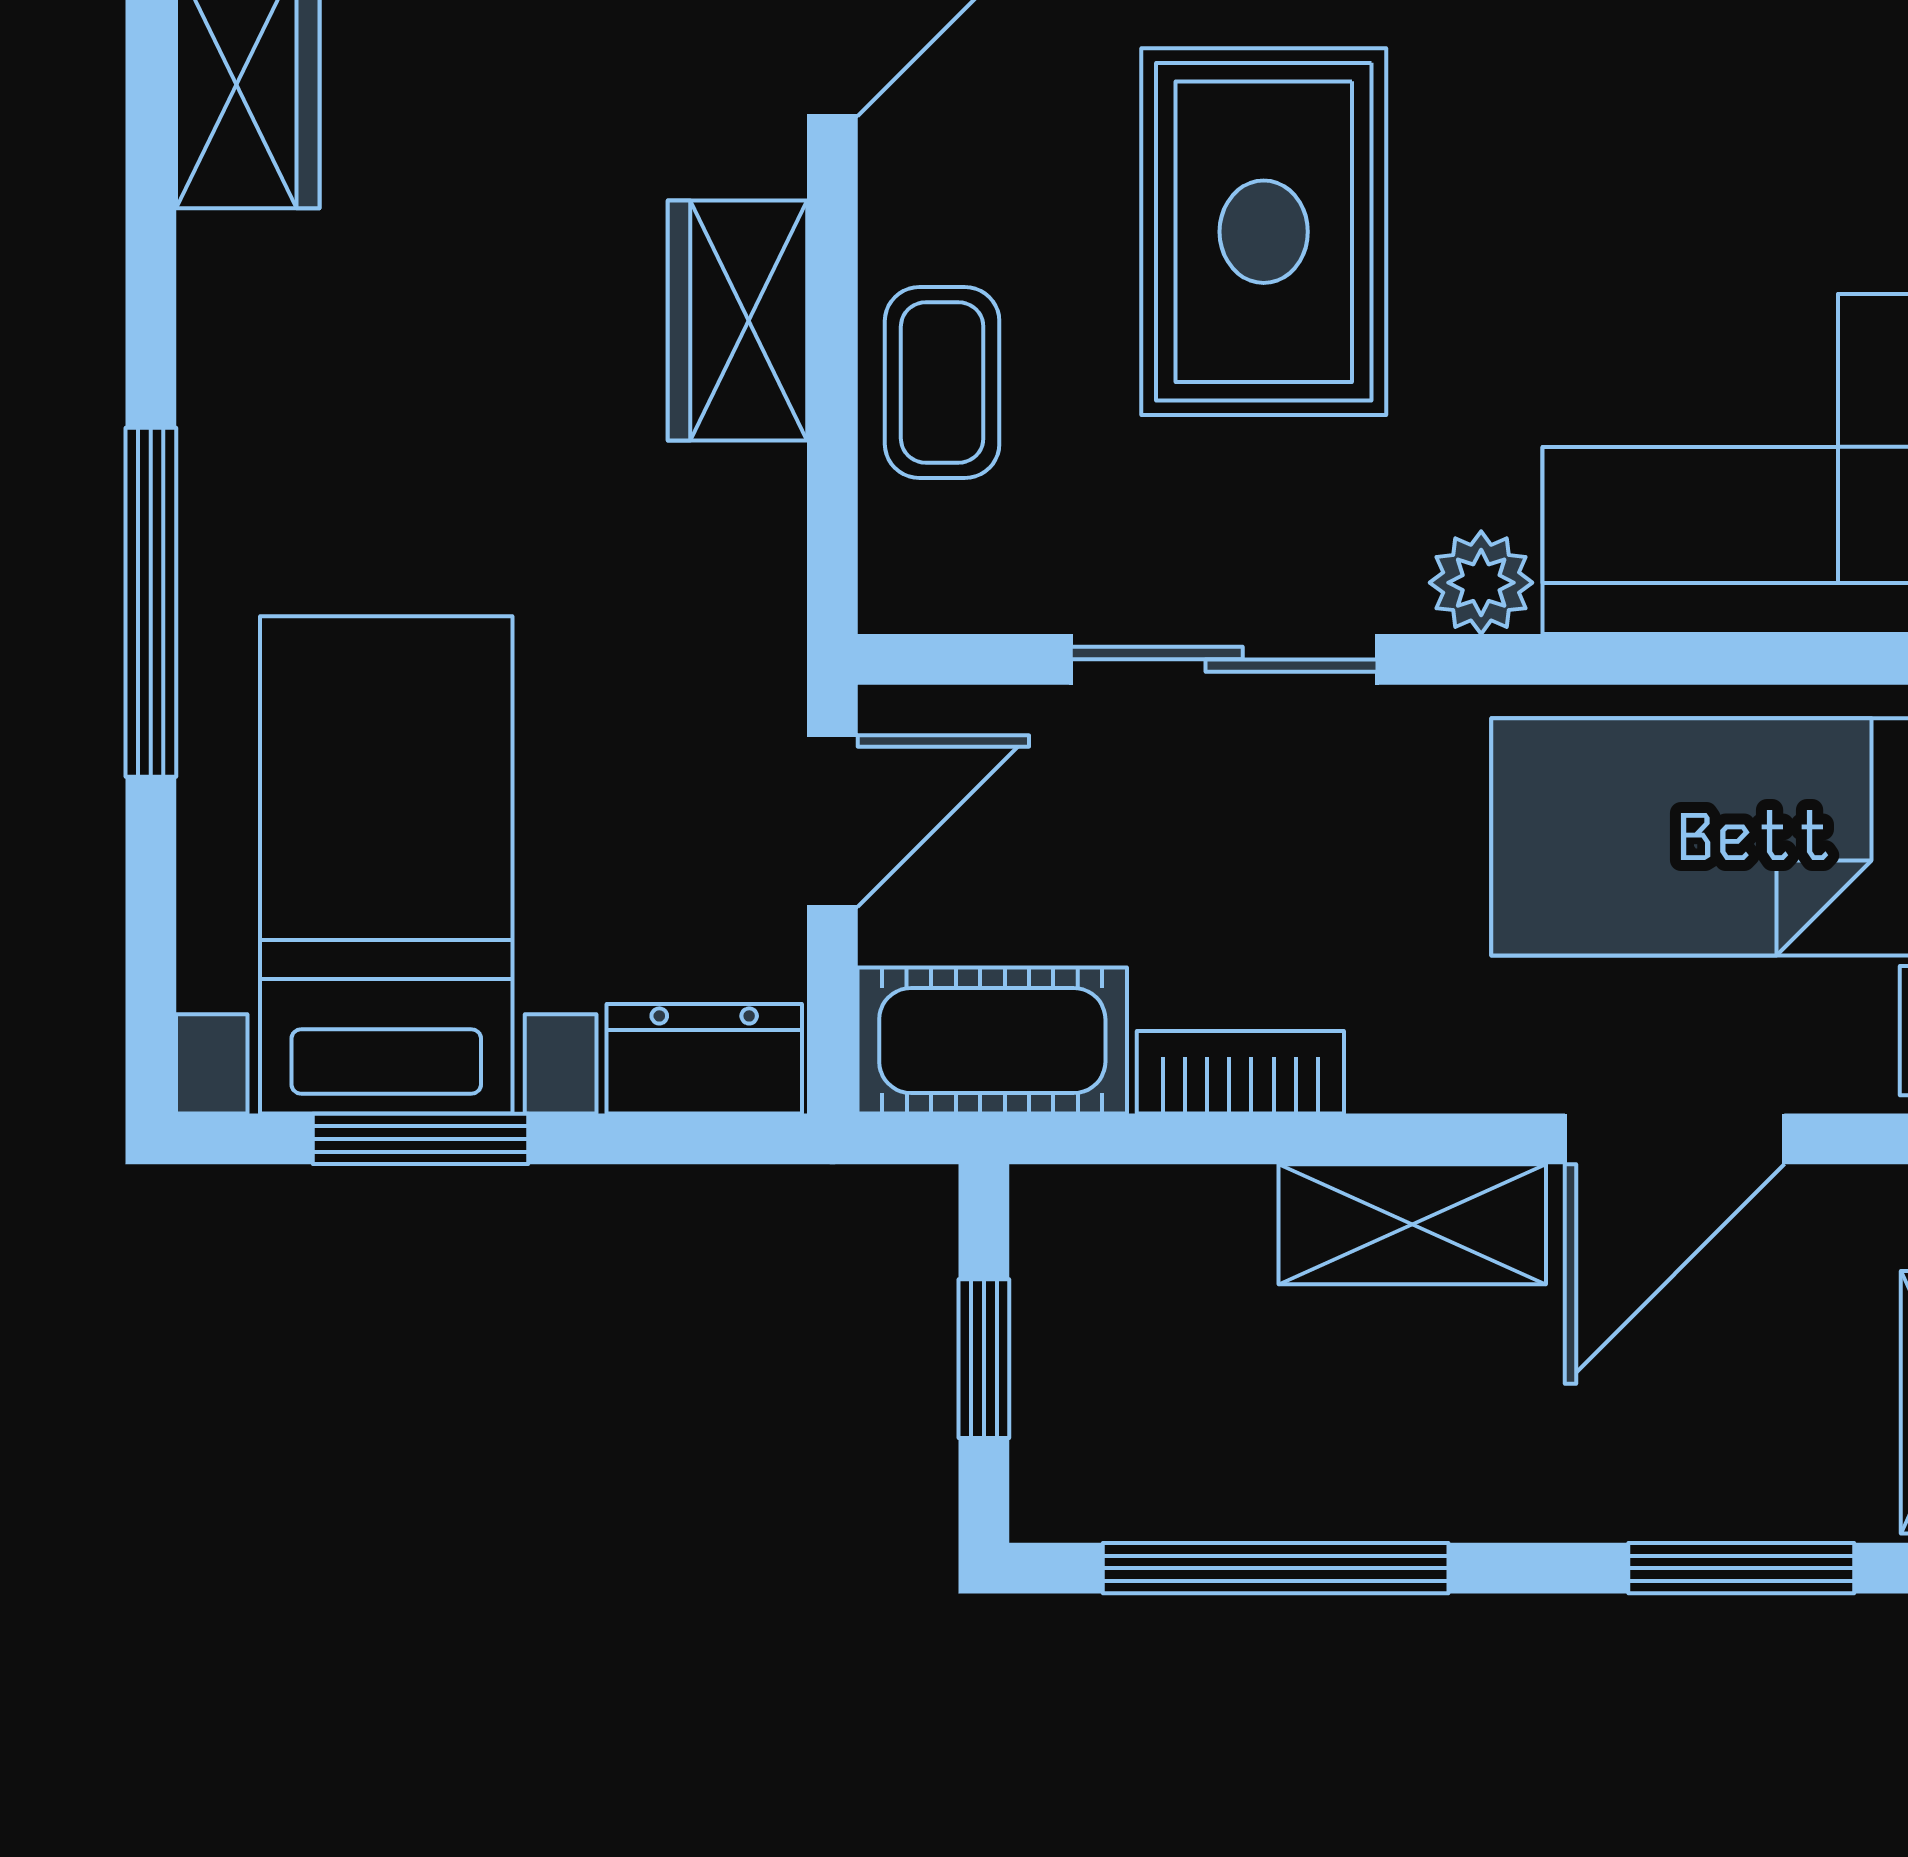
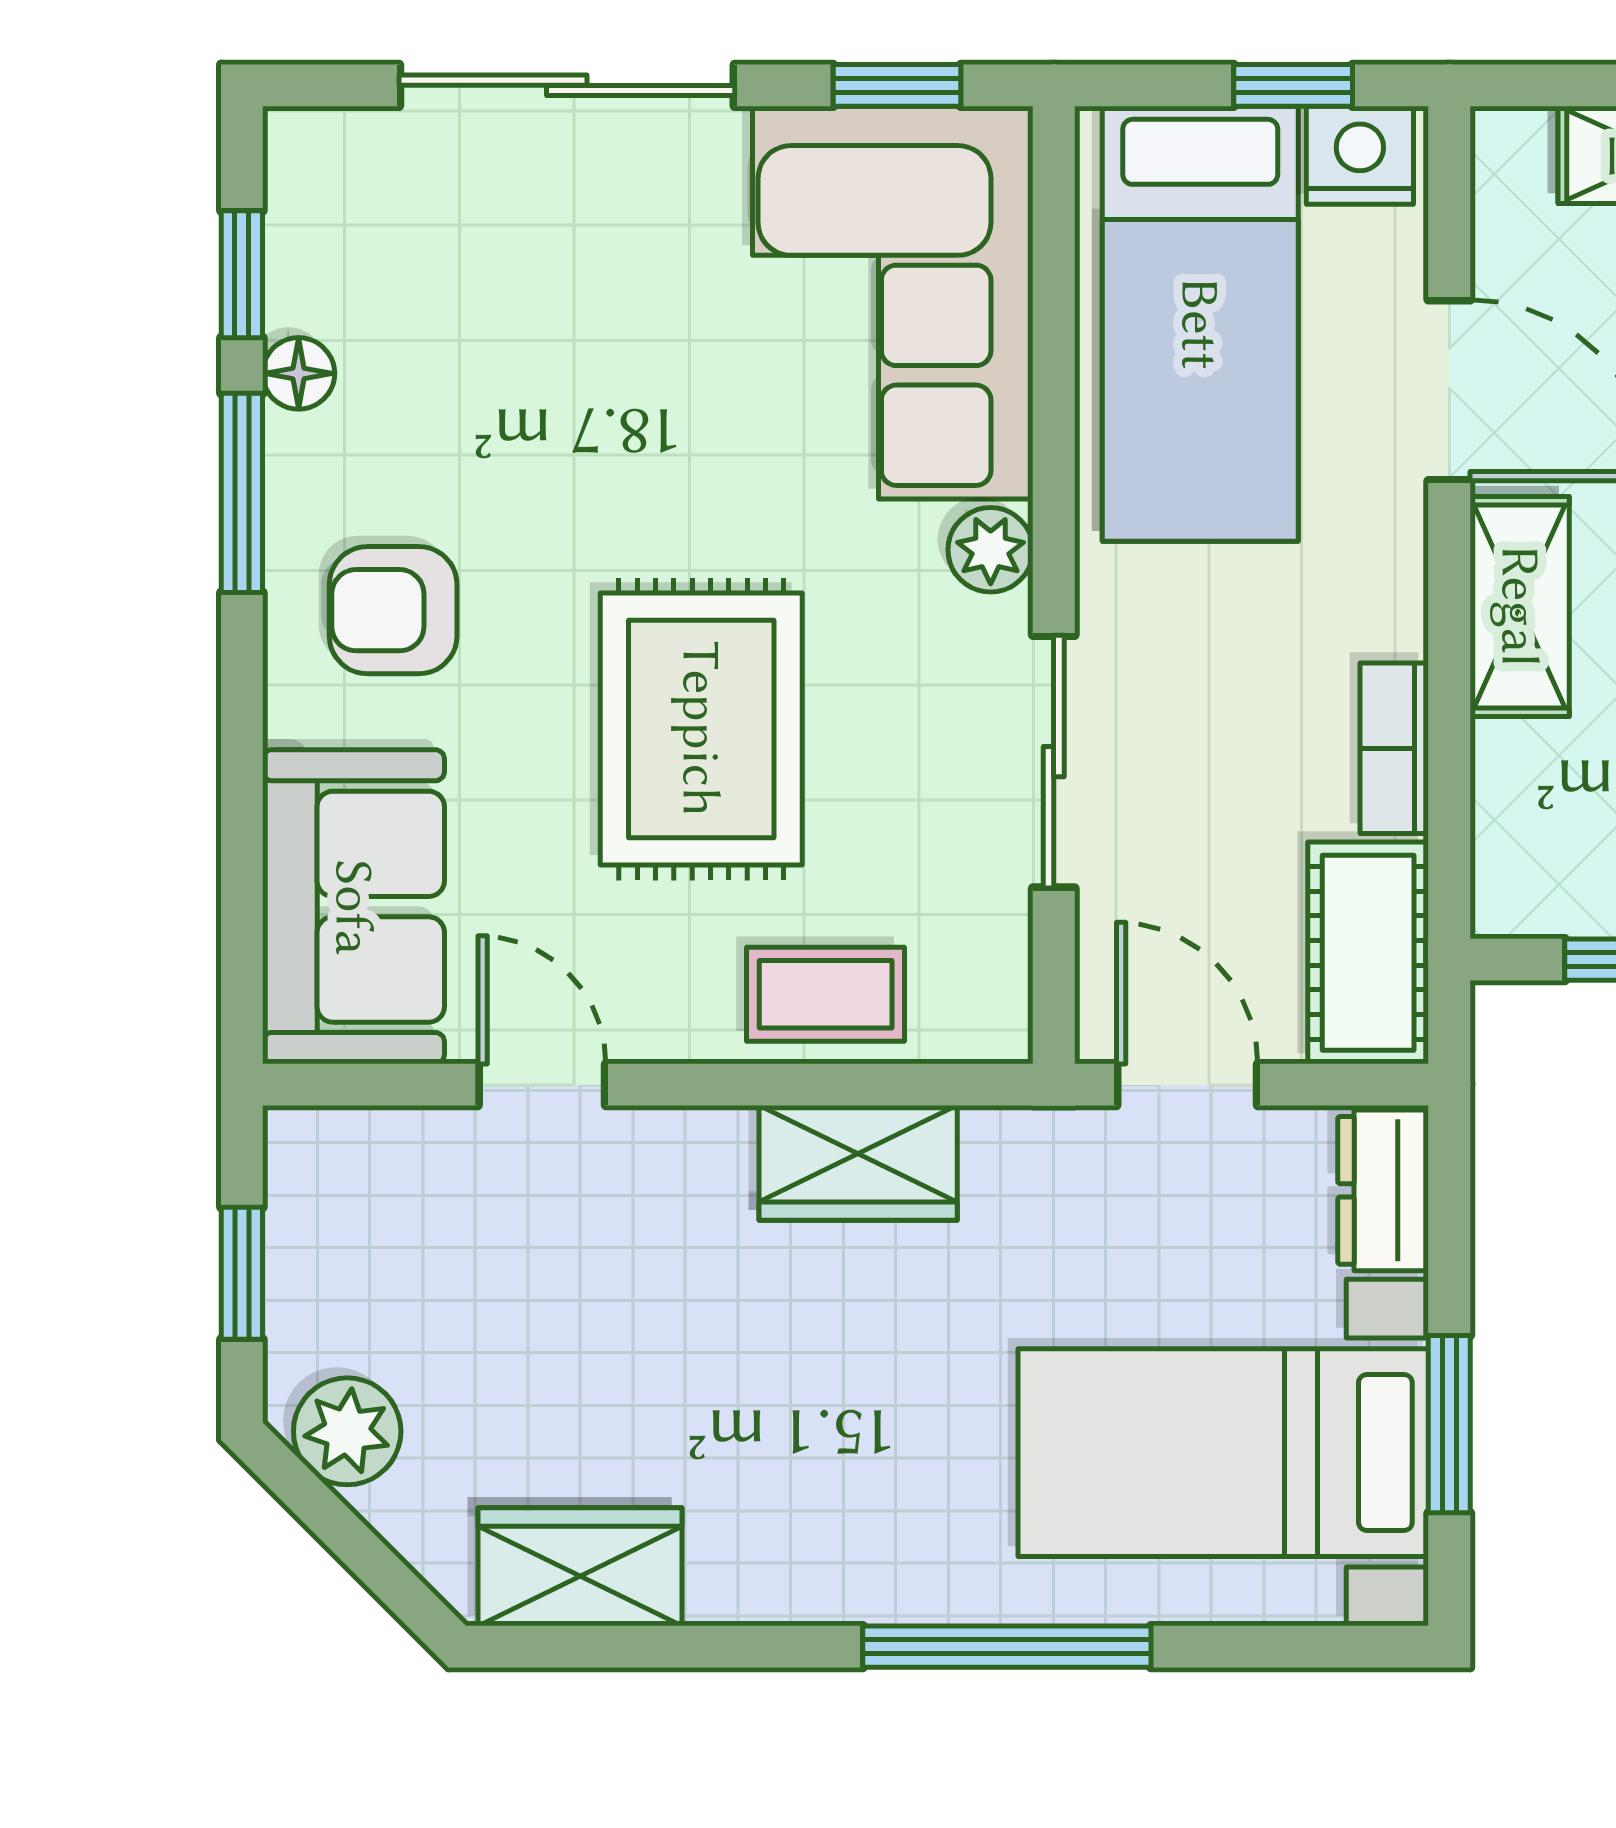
rug: (1264, 232) -> (701, 729), turned 90
wardrobe: (738, 321) -> (858, 1163), moved

